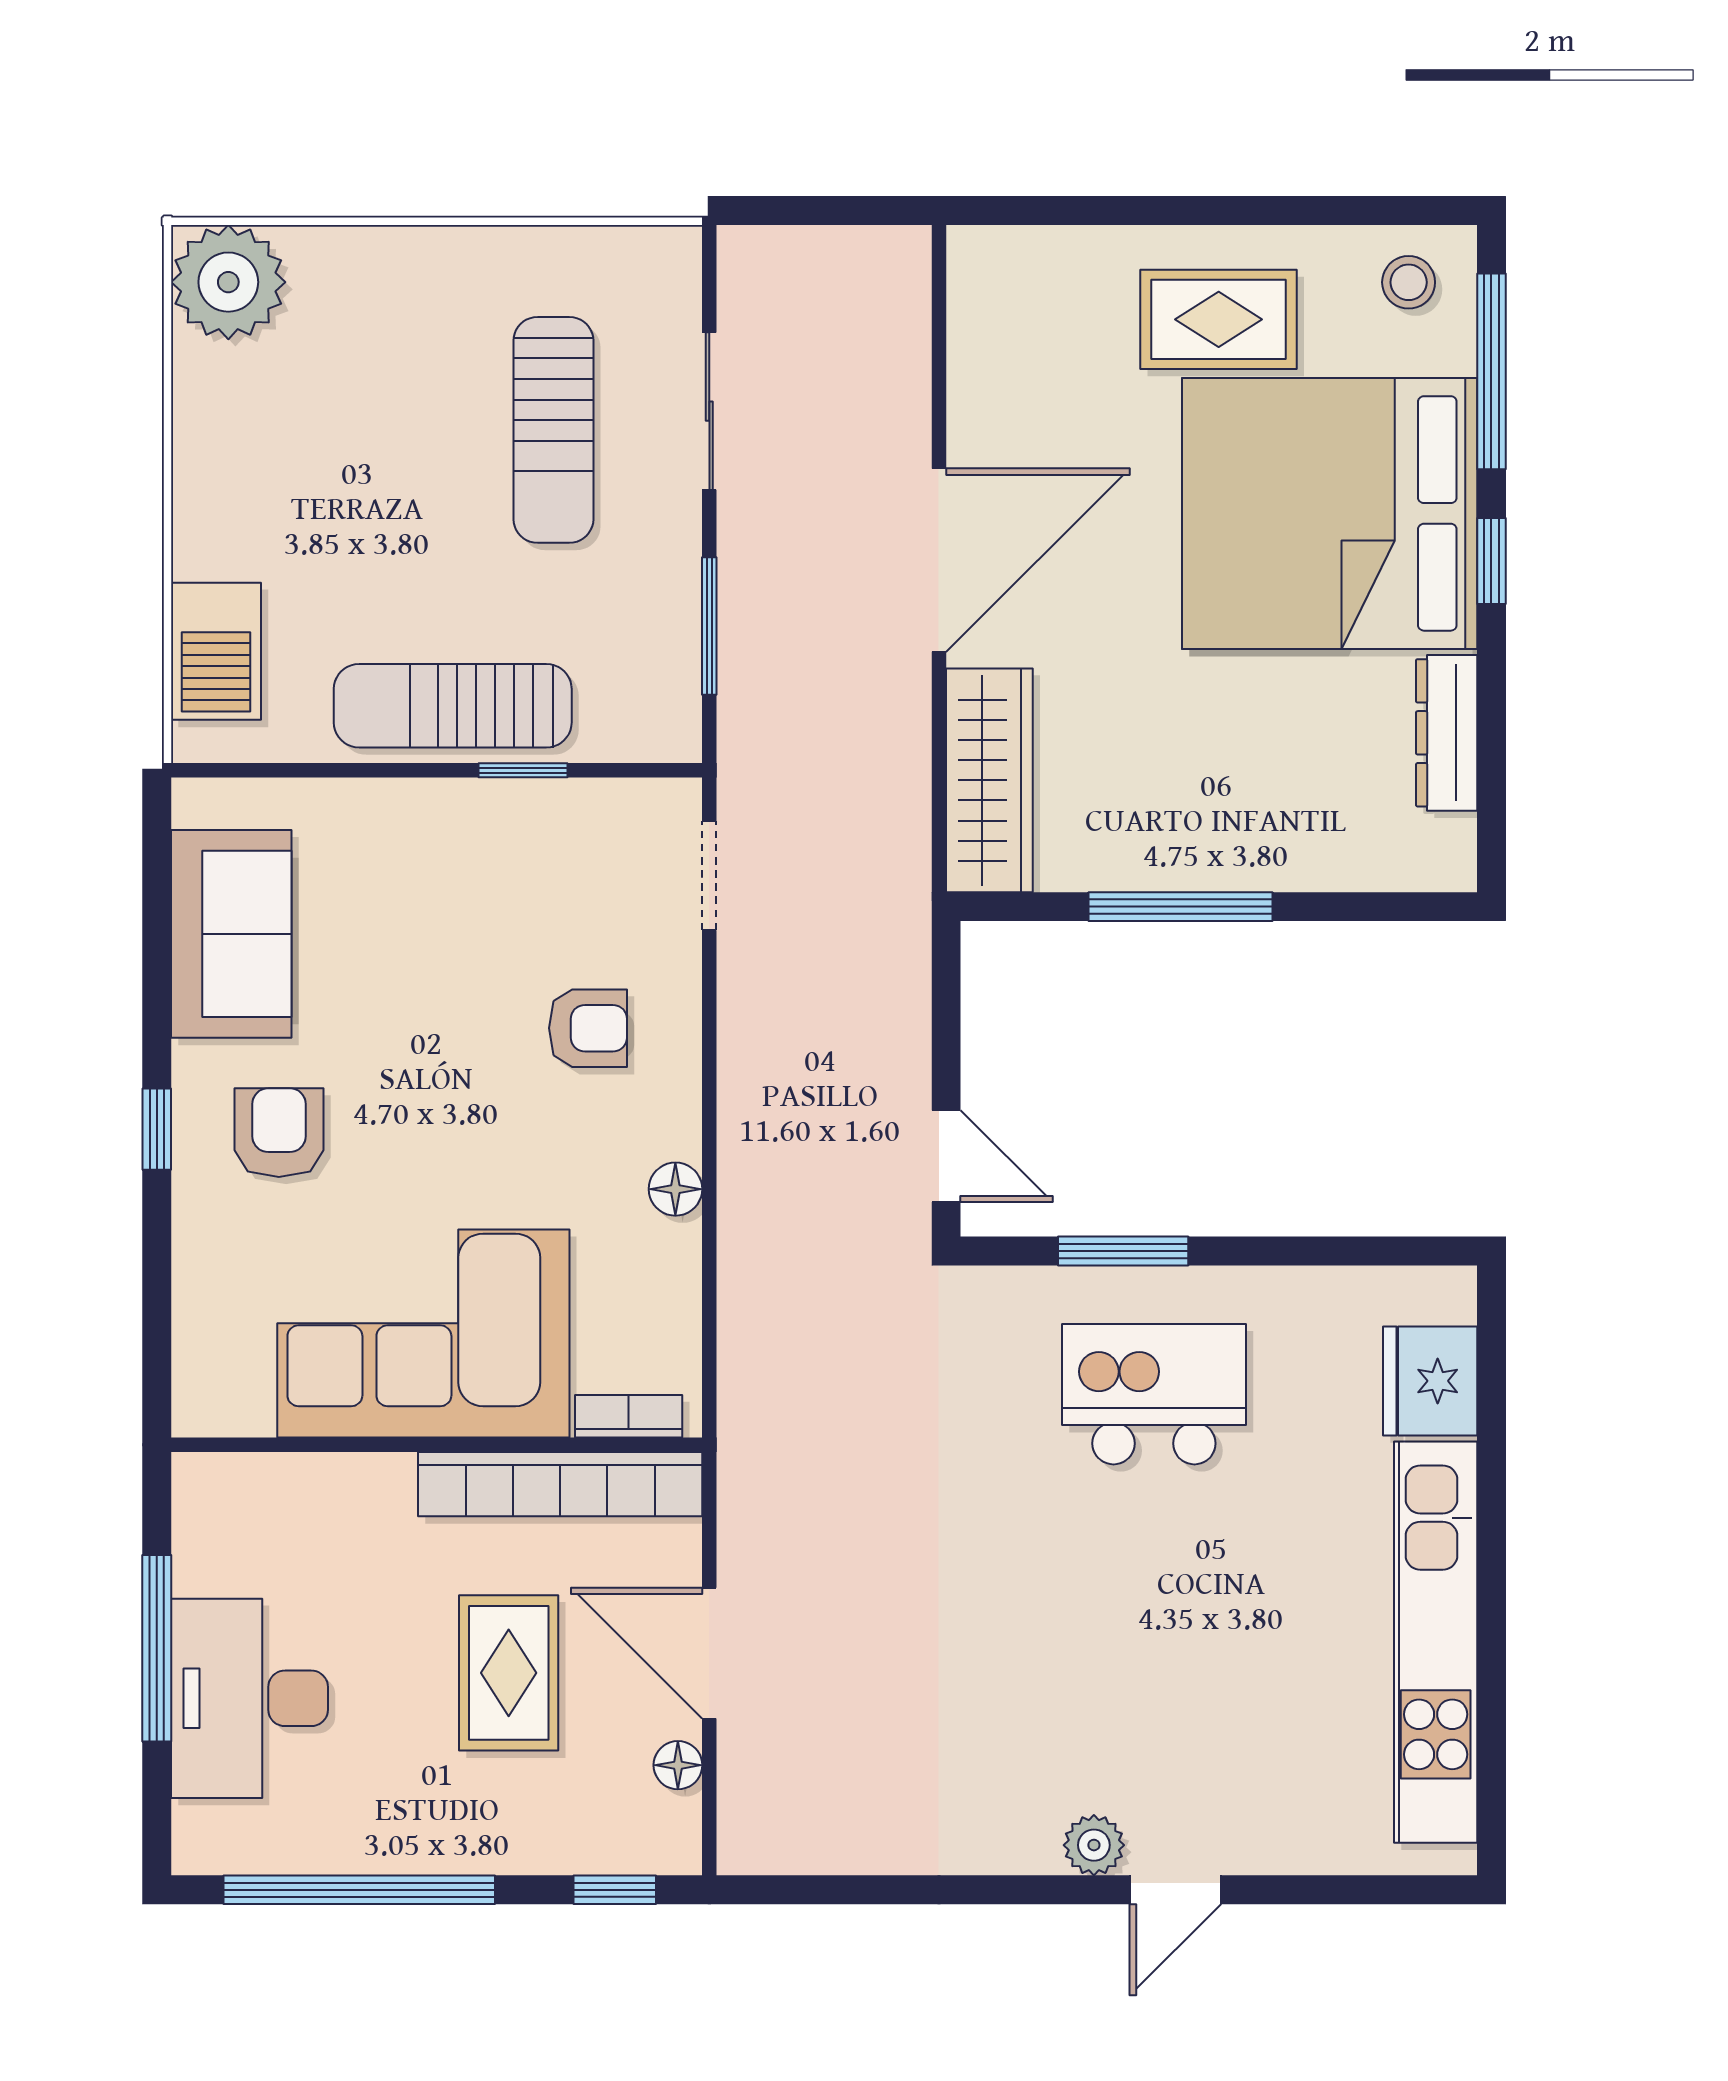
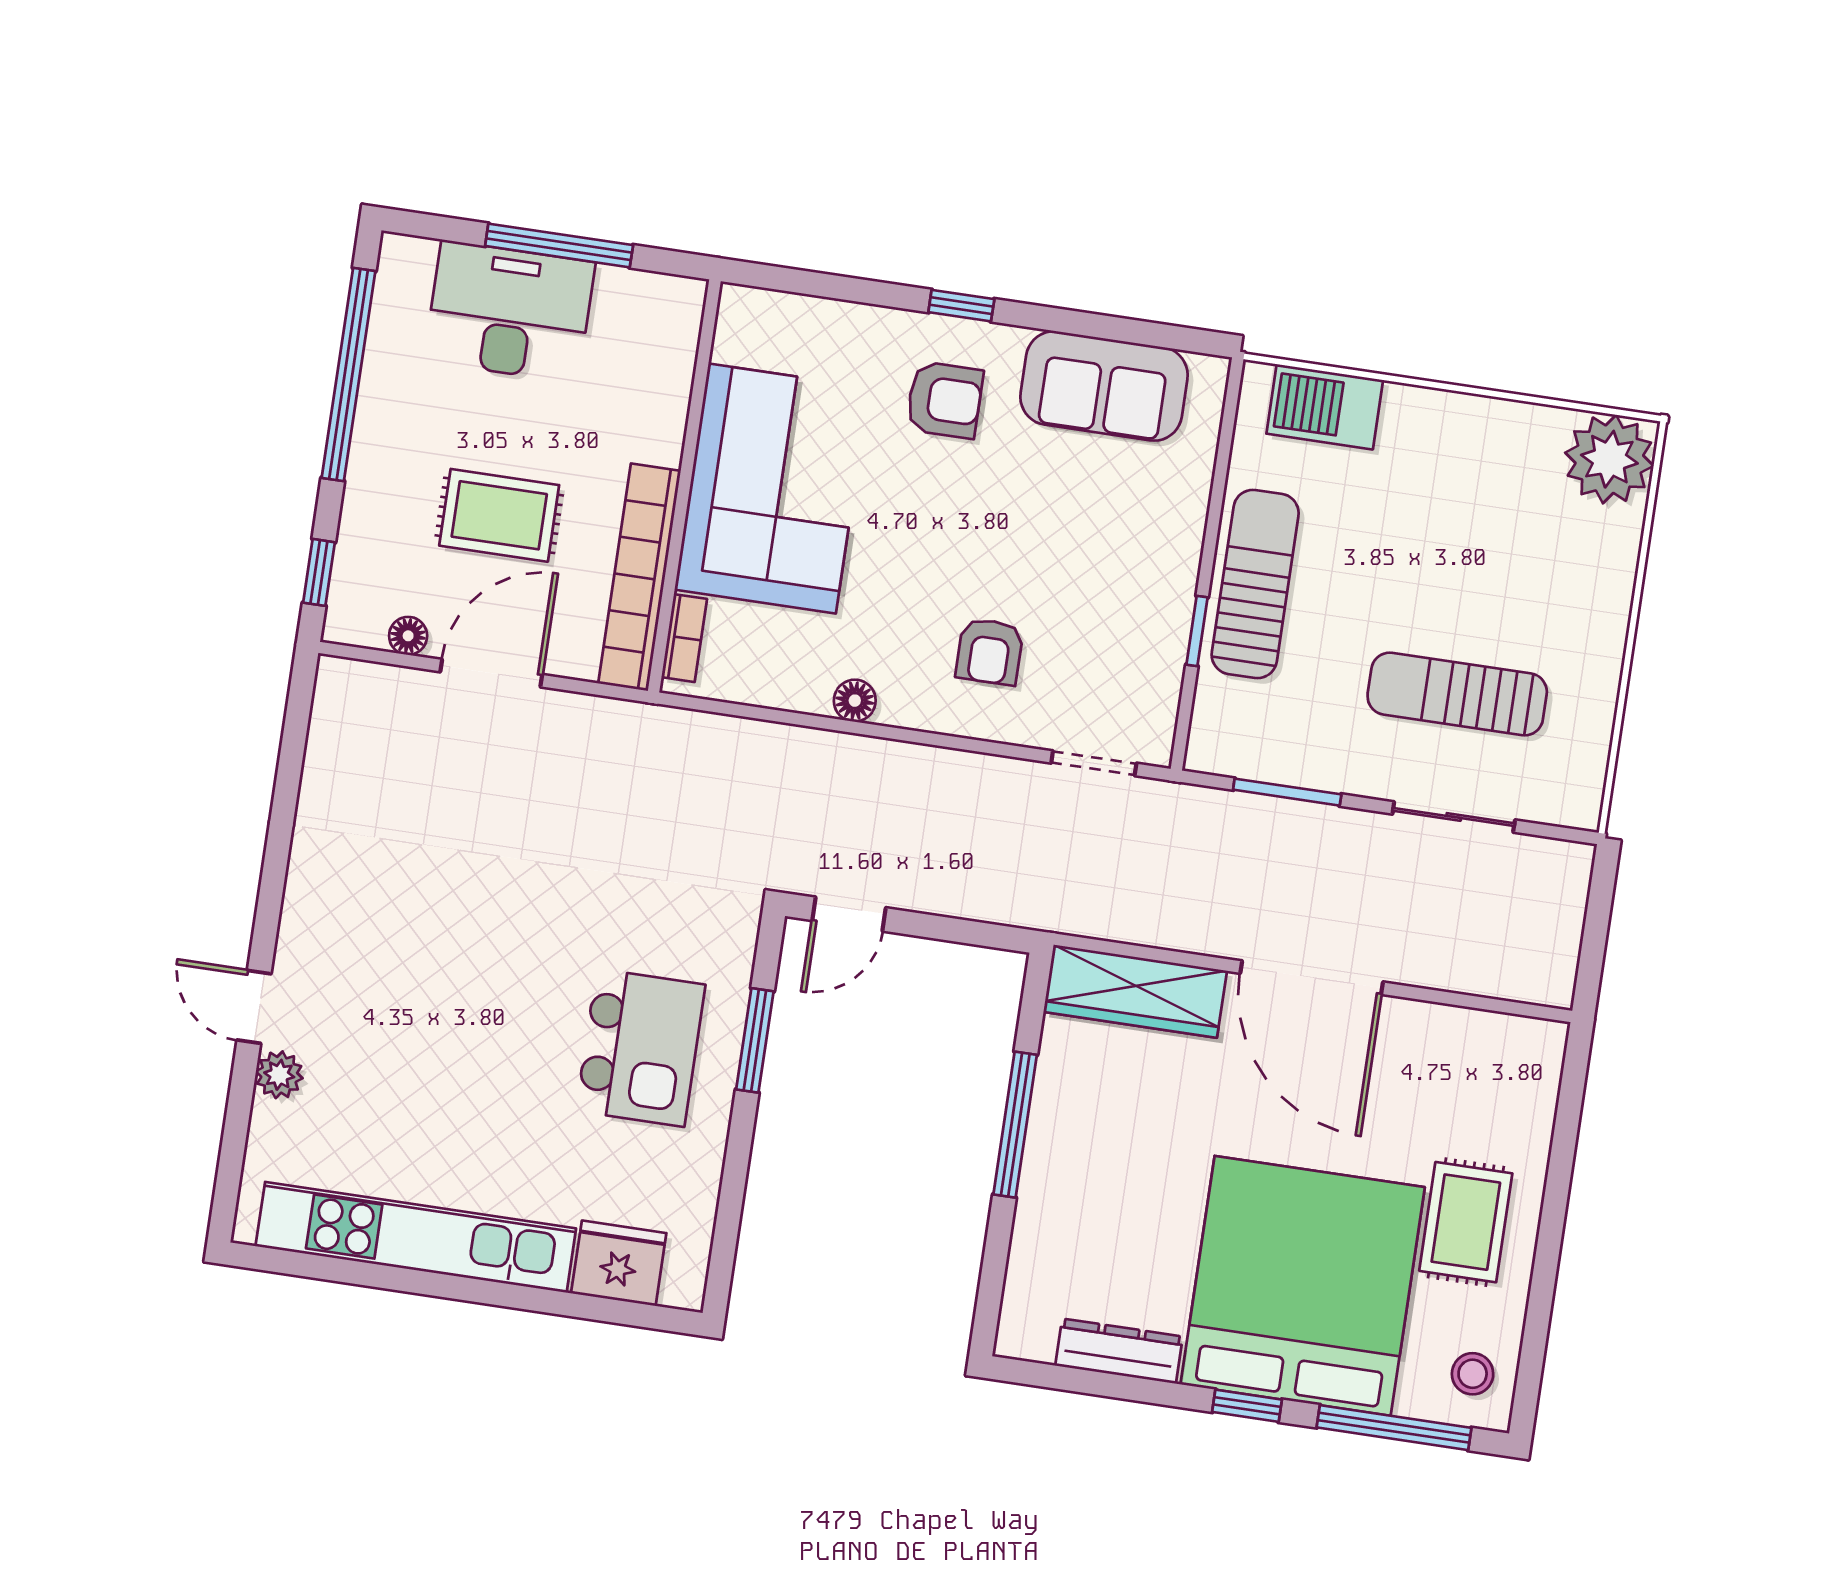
plant: (1094, 1845) -> (279, 1075), moved

